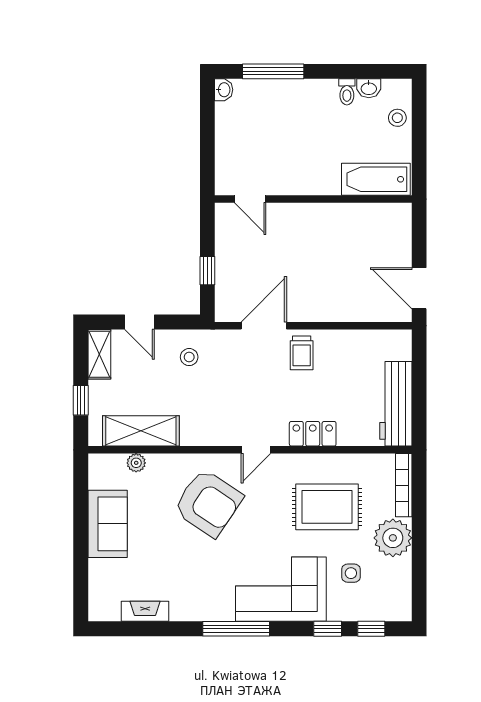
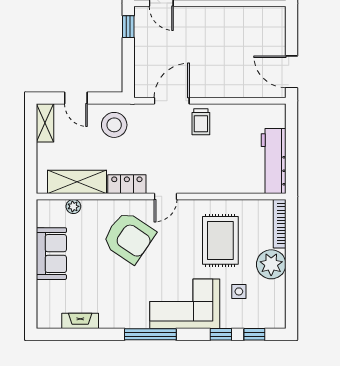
window: (207, 271) -> (128, 27), moved
stool: (189, 357) -> (114, 125), width x1.89, depth x1.89
window: (81, 400) -> (31, 158), removed
locker: (313, 434) -> (127, 184), moved
rug: (327, 507) -> (220, 240), turned 90

